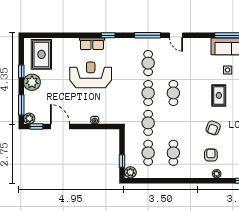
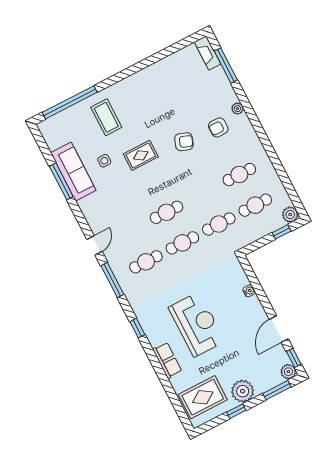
row of seats: (92, 44) -> (167, 360), moved
reception desk: (91, 75) -> (197, 324), turned 180

